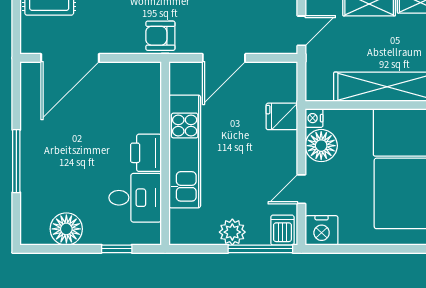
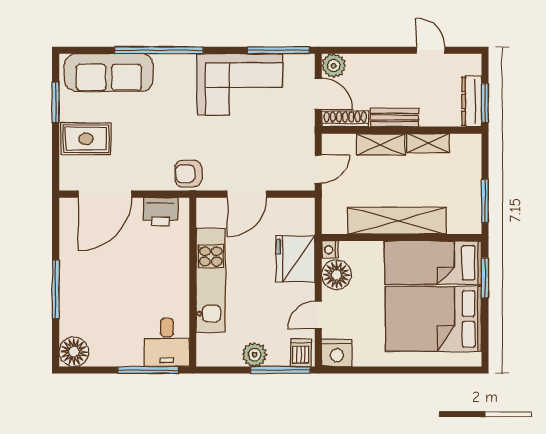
fridge: (282, 116) -> (295, 259), width x1.88, depth x1.34
printer: (146, 153) -> (161, 212), moved, turned -90
desk: (135, 198) -> (167, 342), moved, turned 90
floor lamp: (66, 229) -> (74, 352), moved
window: (117, 249) -> (148, 370), width x2.17

